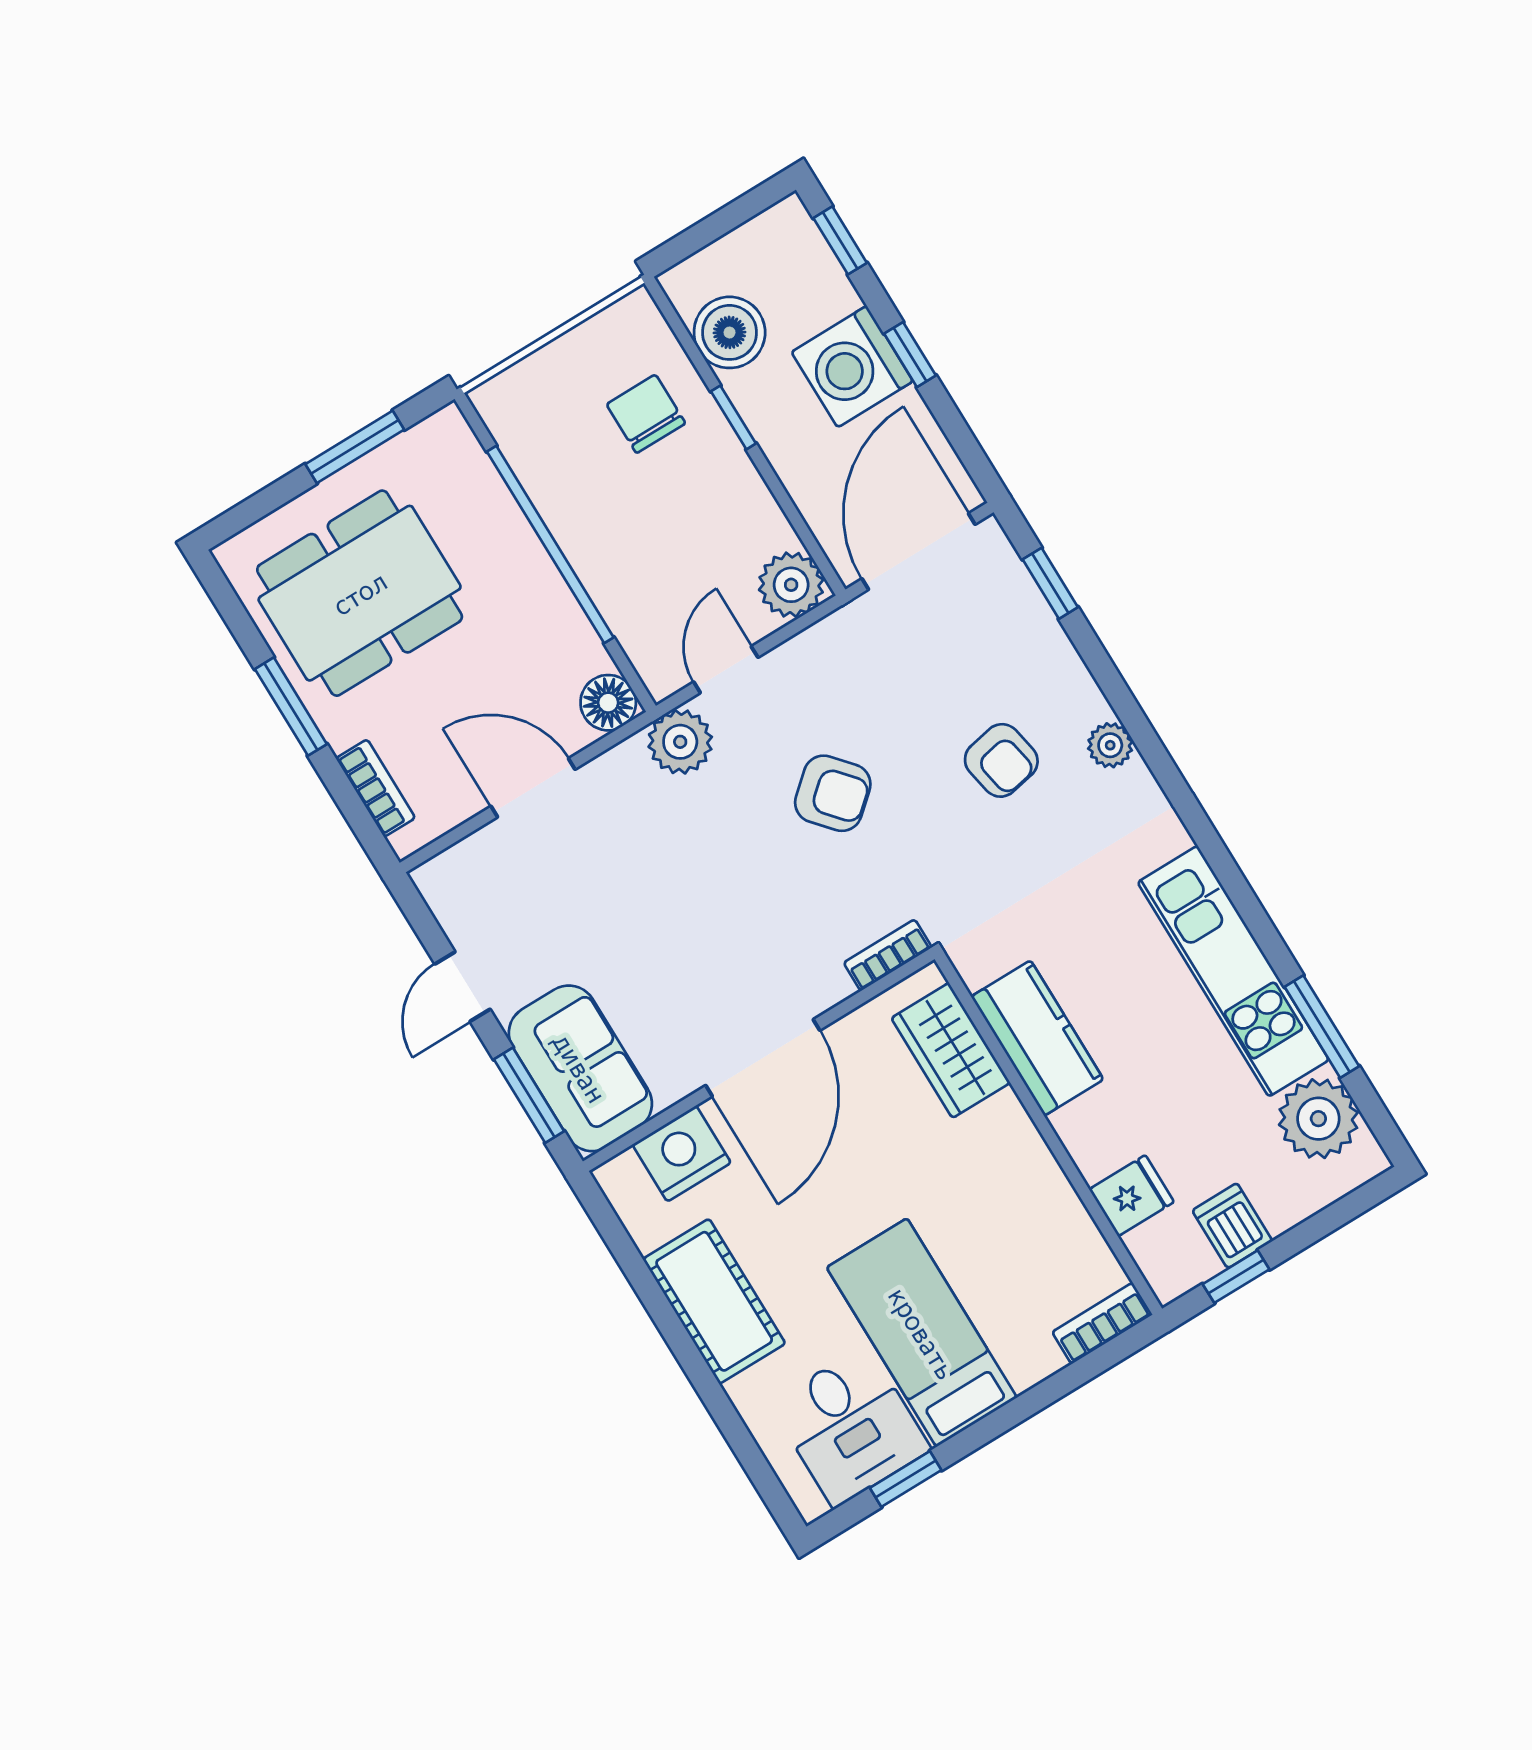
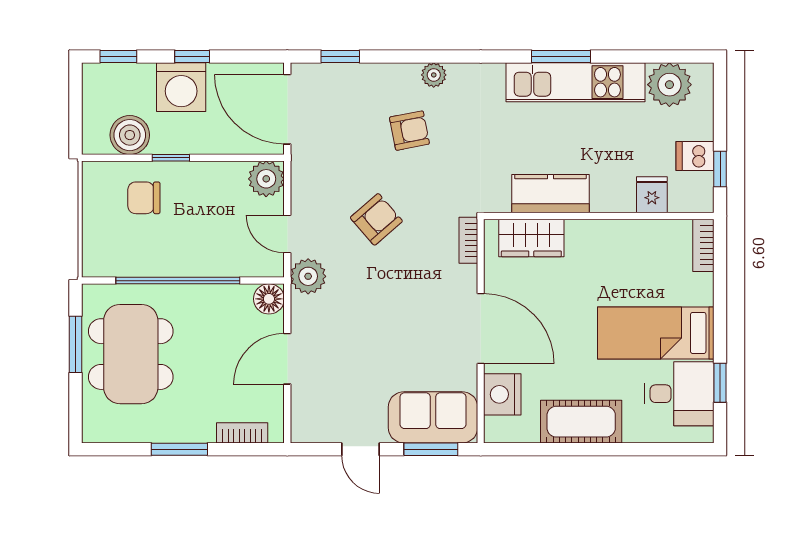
dining table: (360, 593) -> (131, 354), moved
window: (1322, 1027) -> (561, 56), moved

